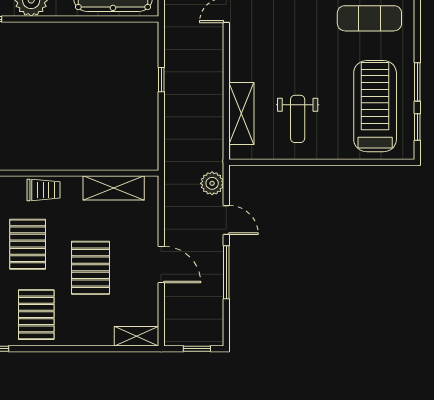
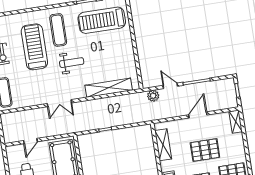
shelving: (241, 113) -> (109, 88), width x1.47
weight bench: (298, 119) -> (72, 63), moved
door: (226, 220) -> (170, 86), hinge flipped

